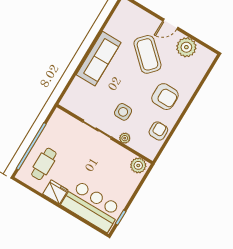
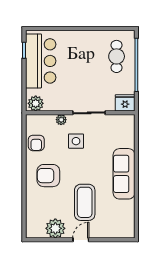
coffee table: (147, 54) -> (85, 202), turned 47
fridge: (55, 192) -> (125, 103), moved, turned 180
bar counter: (92, 206) -> (41, 61), moved, turned -90

